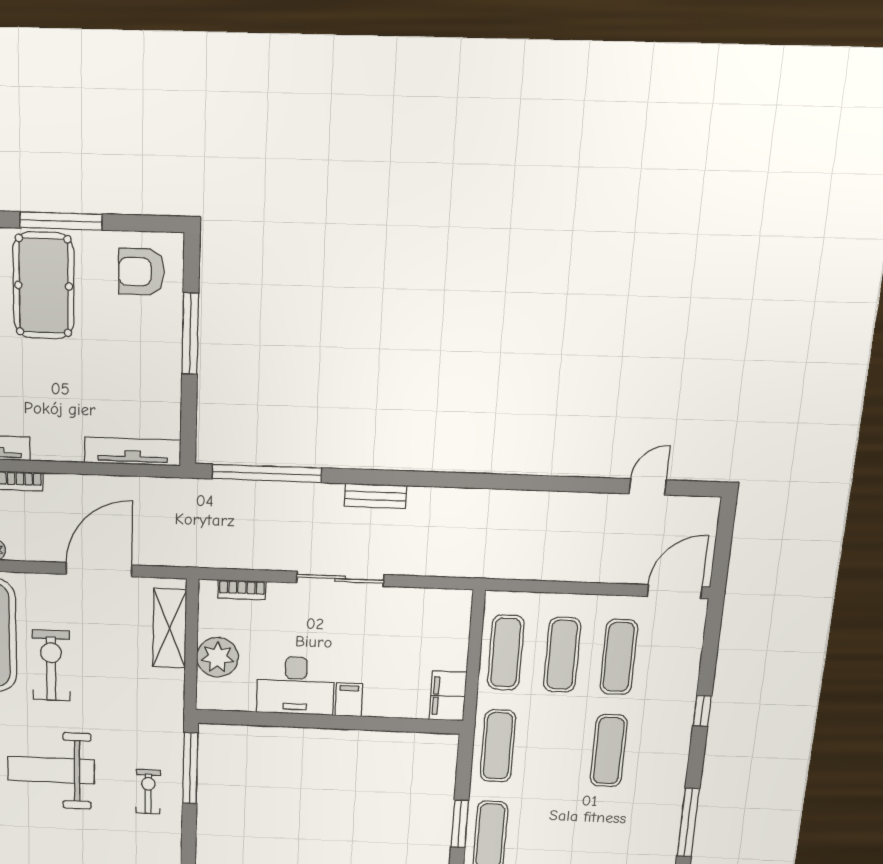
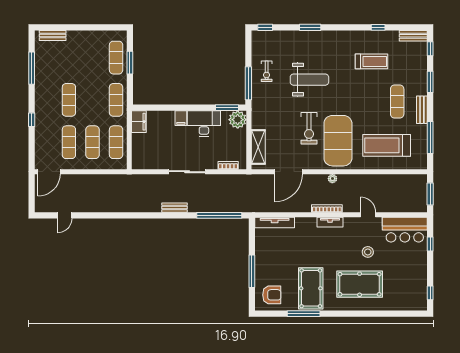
plant: (218, 657) -> (238, 120), moved
window: (241, 718) -> (227, 108), added

